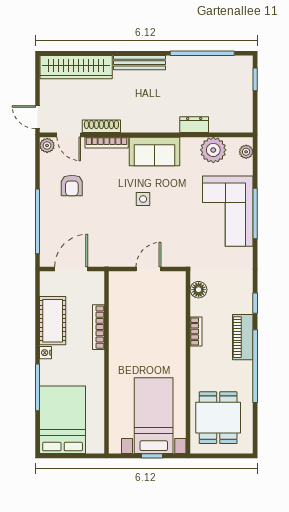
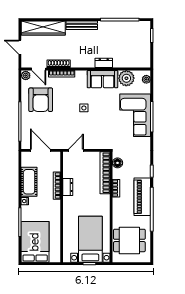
door: (38, 117) -> (20, 47), moved
dresser: (194, 125) -> (104, 63), moved
sofa: (155, 152) -> (102, 79), moved
armchair: (72, 185) -> (41, 100), width x1.88, depth x1.88
door: (71, 269) -> (40, 150), hinge flipped
door: (148, 269) -> (76, 150), moved
bookcase: (178, 306) -> (105, 173), added
dresser: (117, 329) -> (68, 187), added
piano: (243, 337) -> (142, 197), width x1.37, depth x1.33
dining table: (218, 418) -> (129, 240), turned 90

